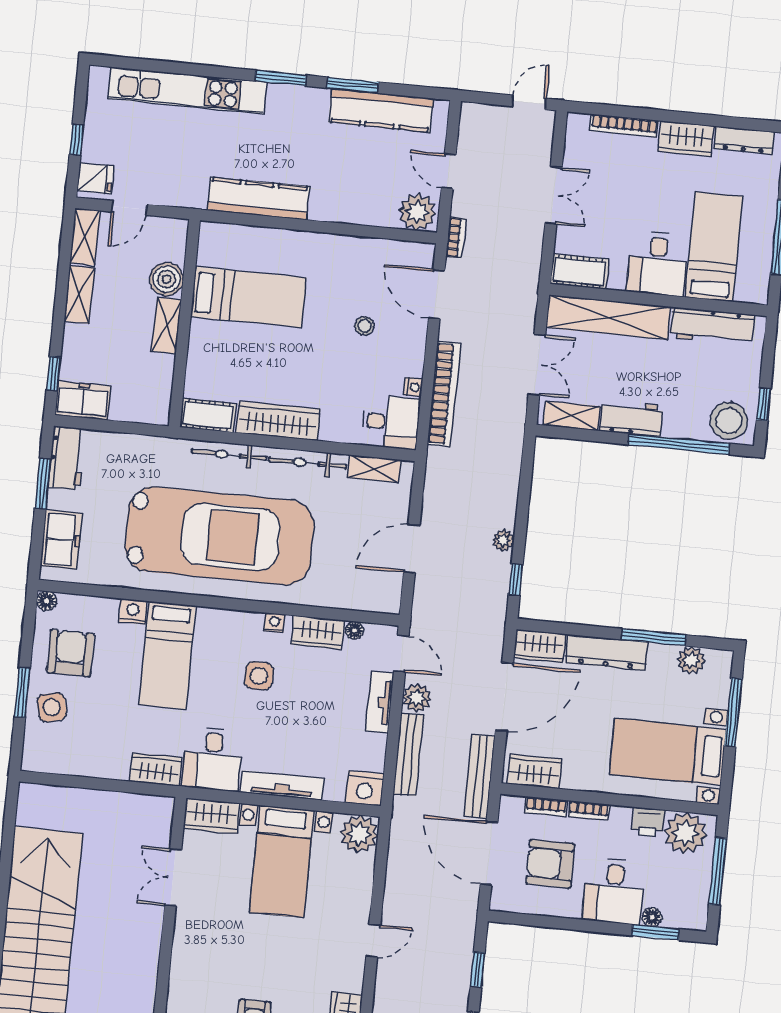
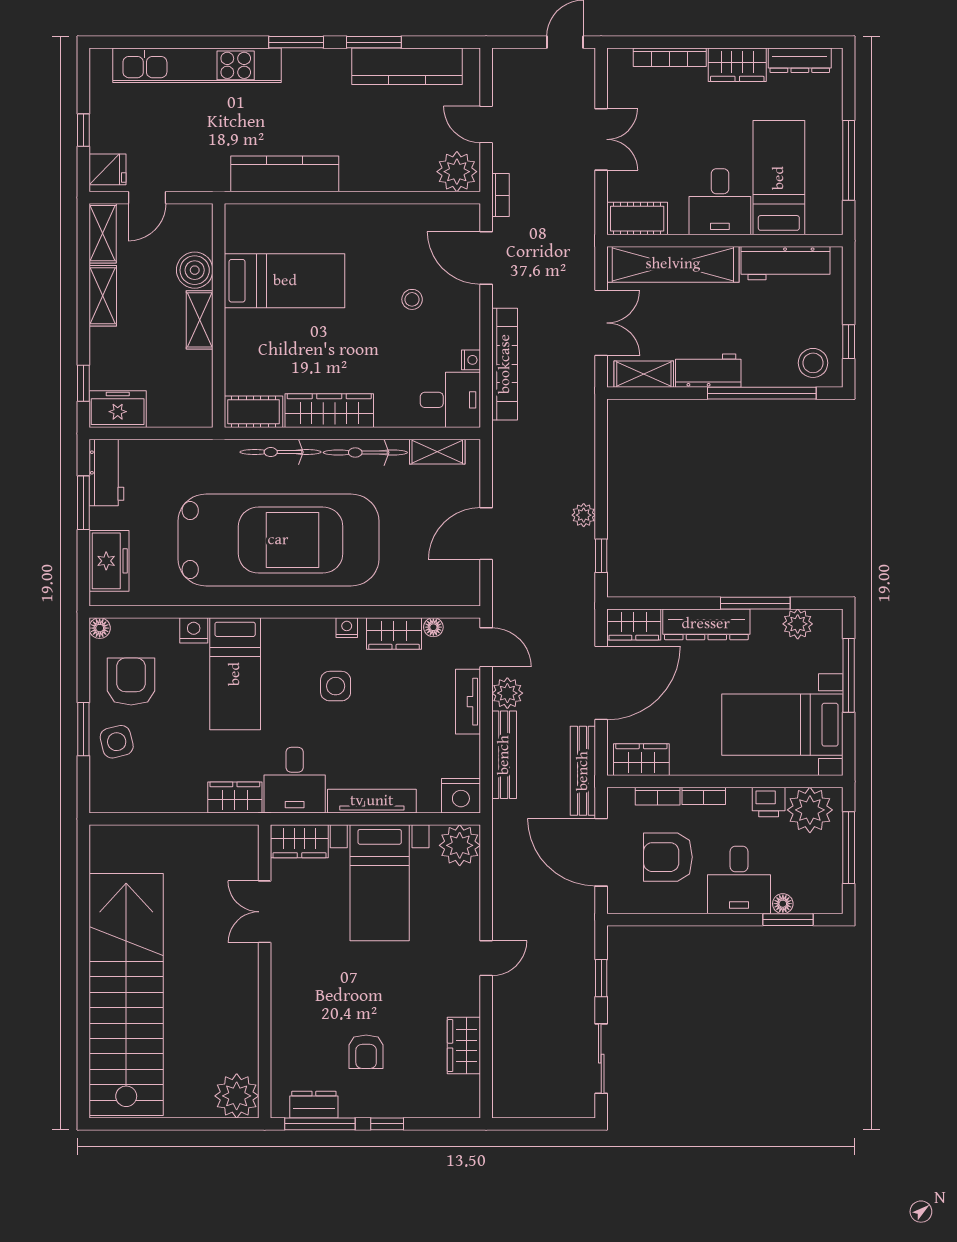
stool: (729, 421) -> (813, 363), width x0.73, depth x0.73

